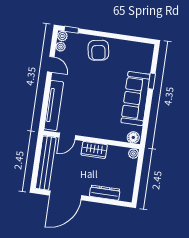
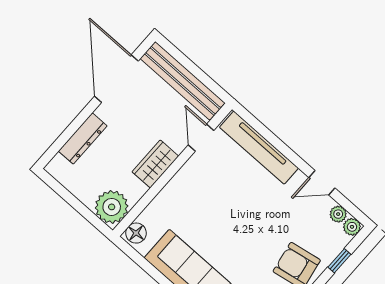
window: (71, 30) -> (339, 261), moved
plant: (133, 154) -> (112, 207), width x1.88, depth x1.88

